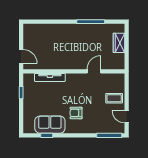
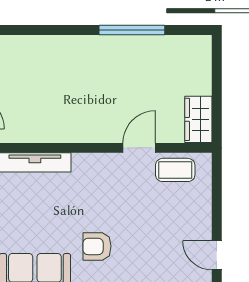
wardrobe: (119, 43) -> (198, 119), moved
coffee table: (114, 98) -> (175, 170), moved

